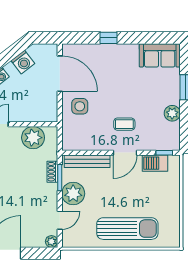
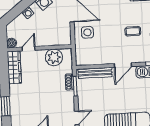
coffee table: (124, 124) -> (133, 31), moved
plant: (73, 194) -> (86, 97), removed

